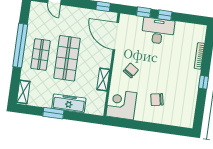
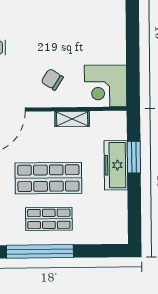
shelving: (23, 92) -> (109, 236), removed
chair: (157, 100) -> (90, 34), removed
window: (53, 113) -> (134, 157), moved

